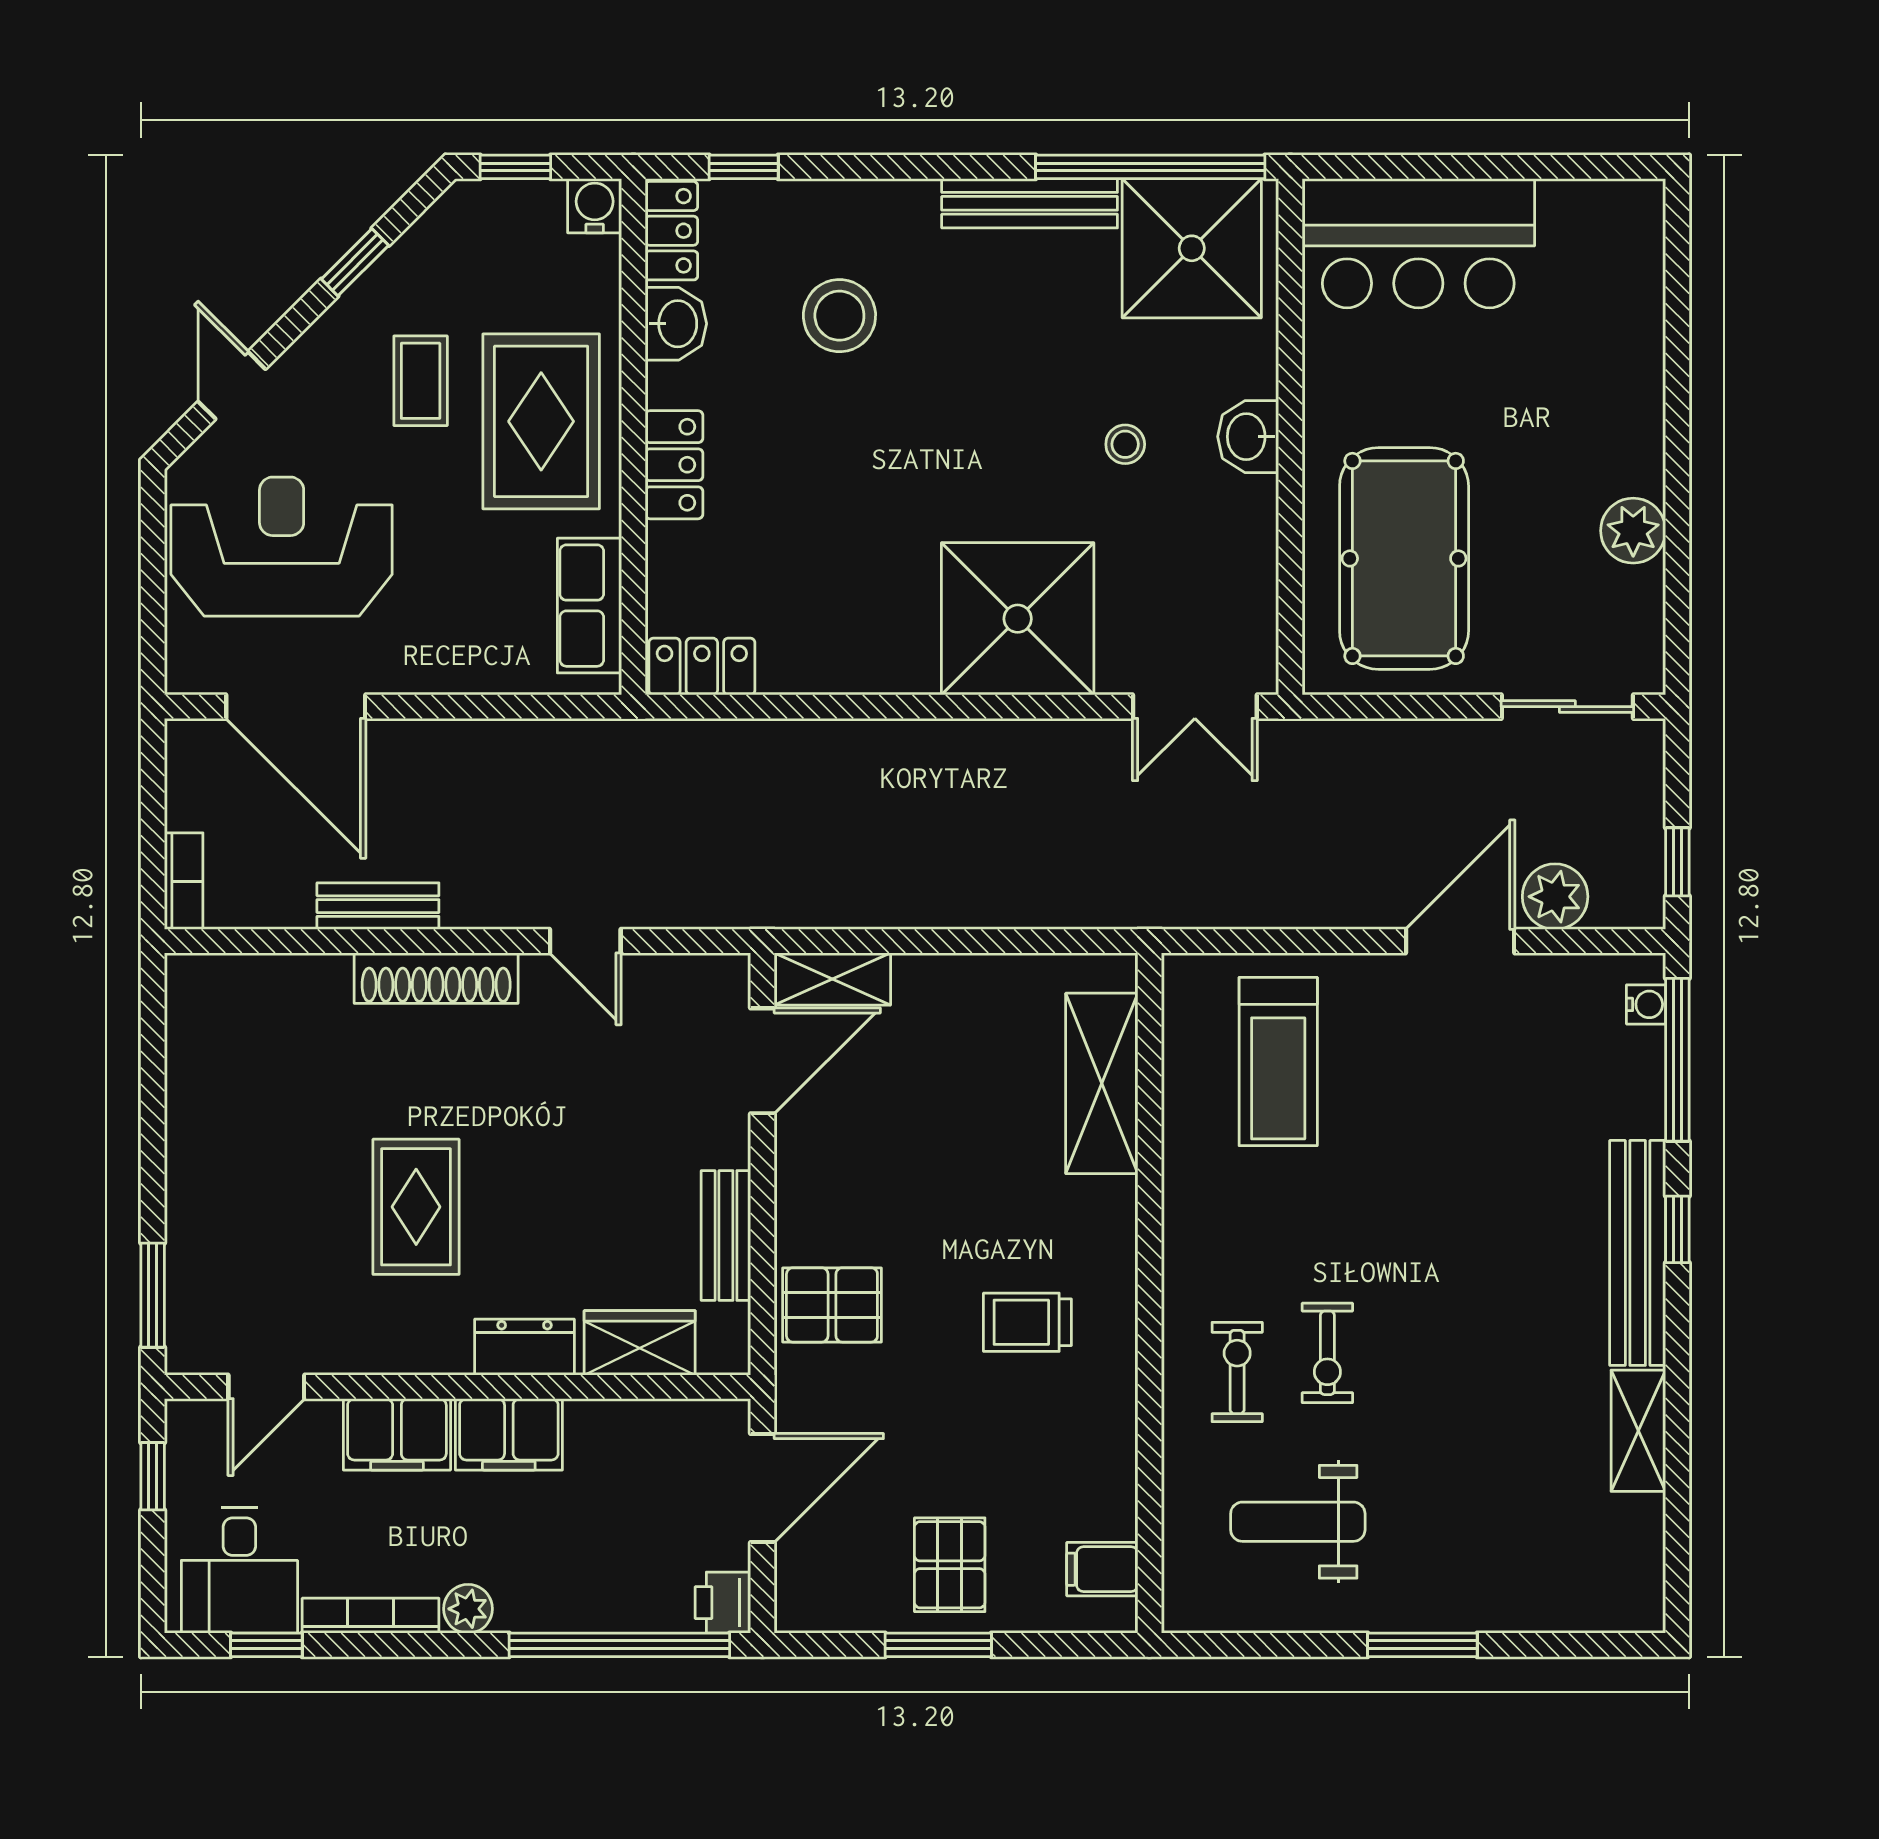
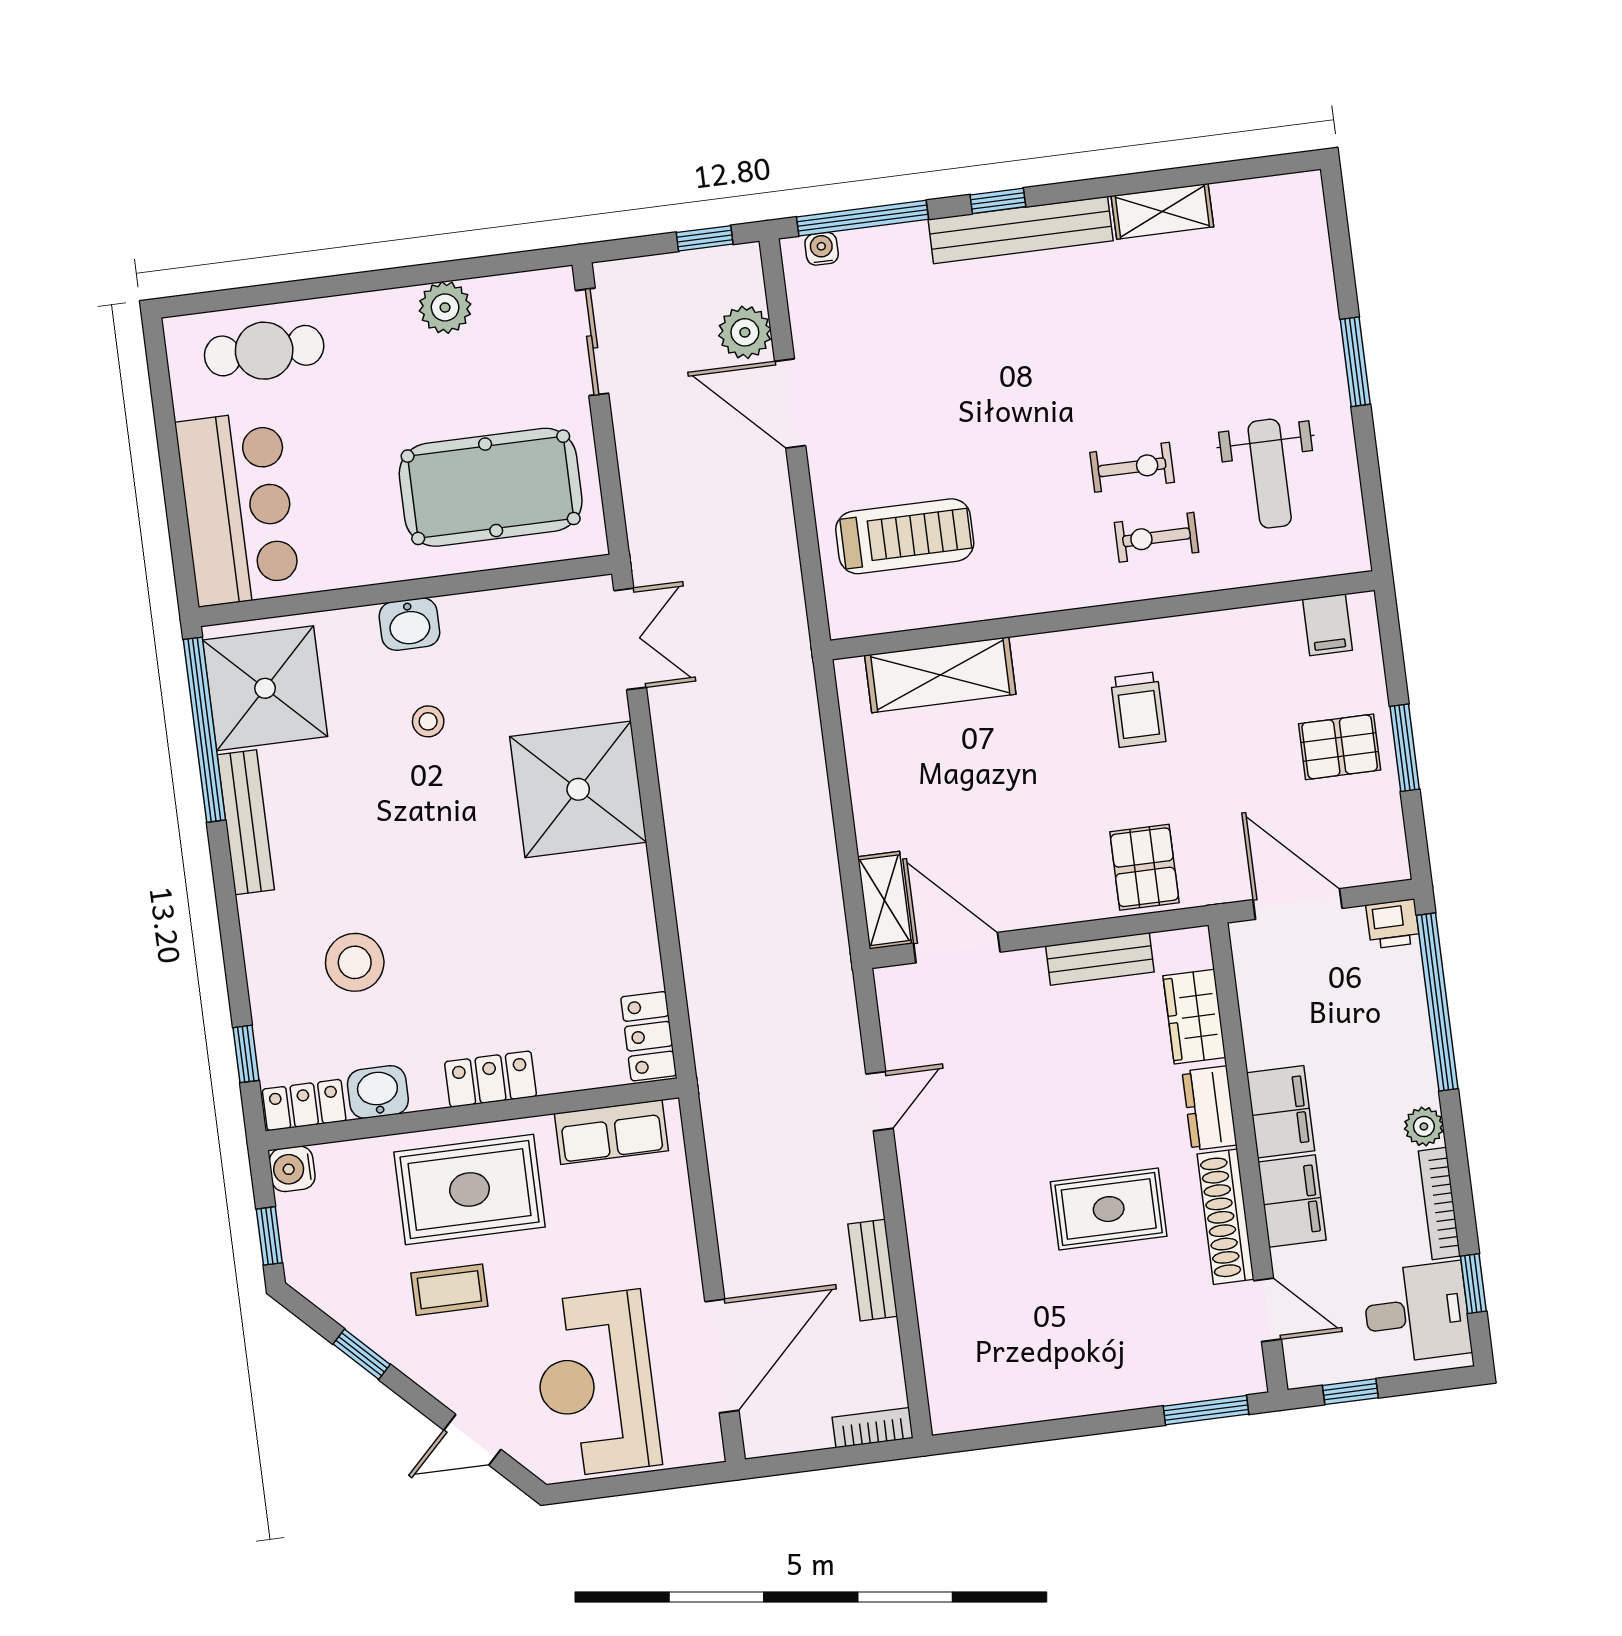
cafe table: (1608, 301) -> (264, 351), added
shoe rack: (436, 978) -> (1226, 1217), moved, turned 180

